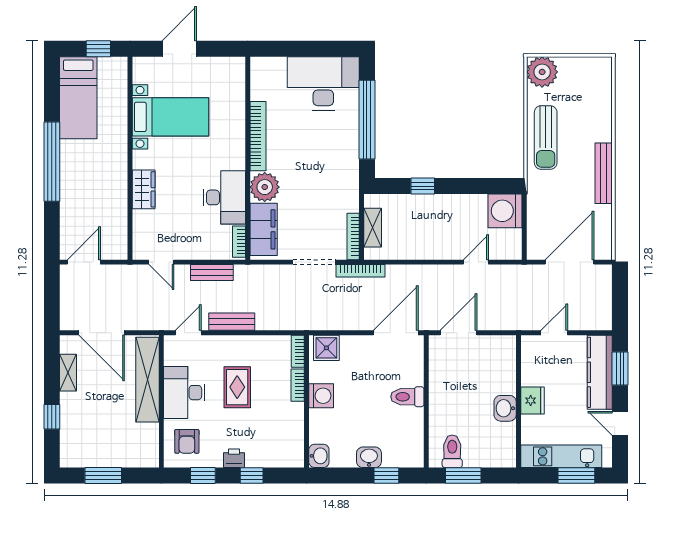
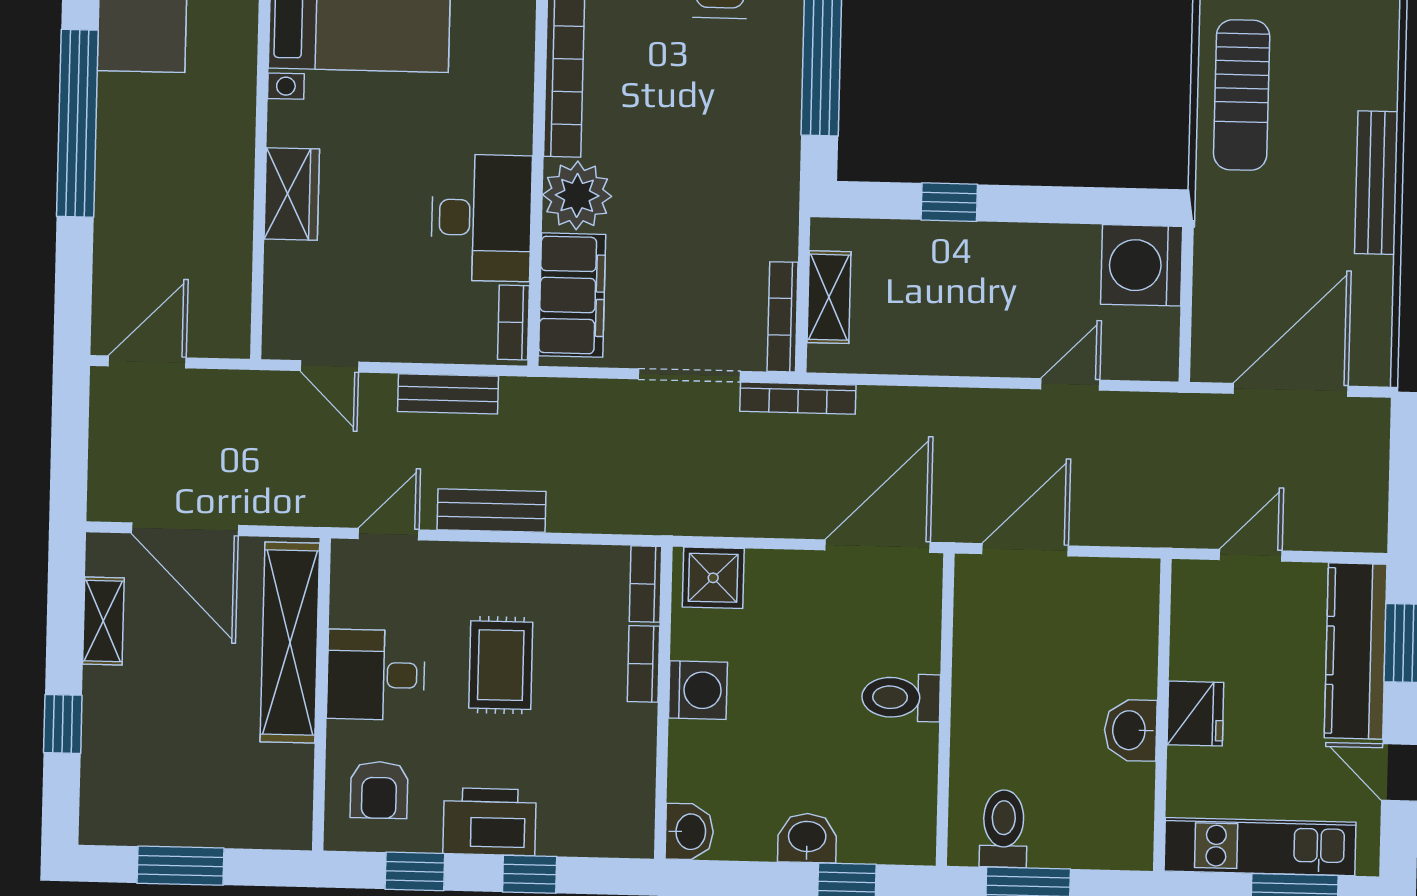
desk: (184, 393) -> (376, 675), width x0.73
printer: (234, 458) -> (490, 822), width x1.87, depth x1.48

